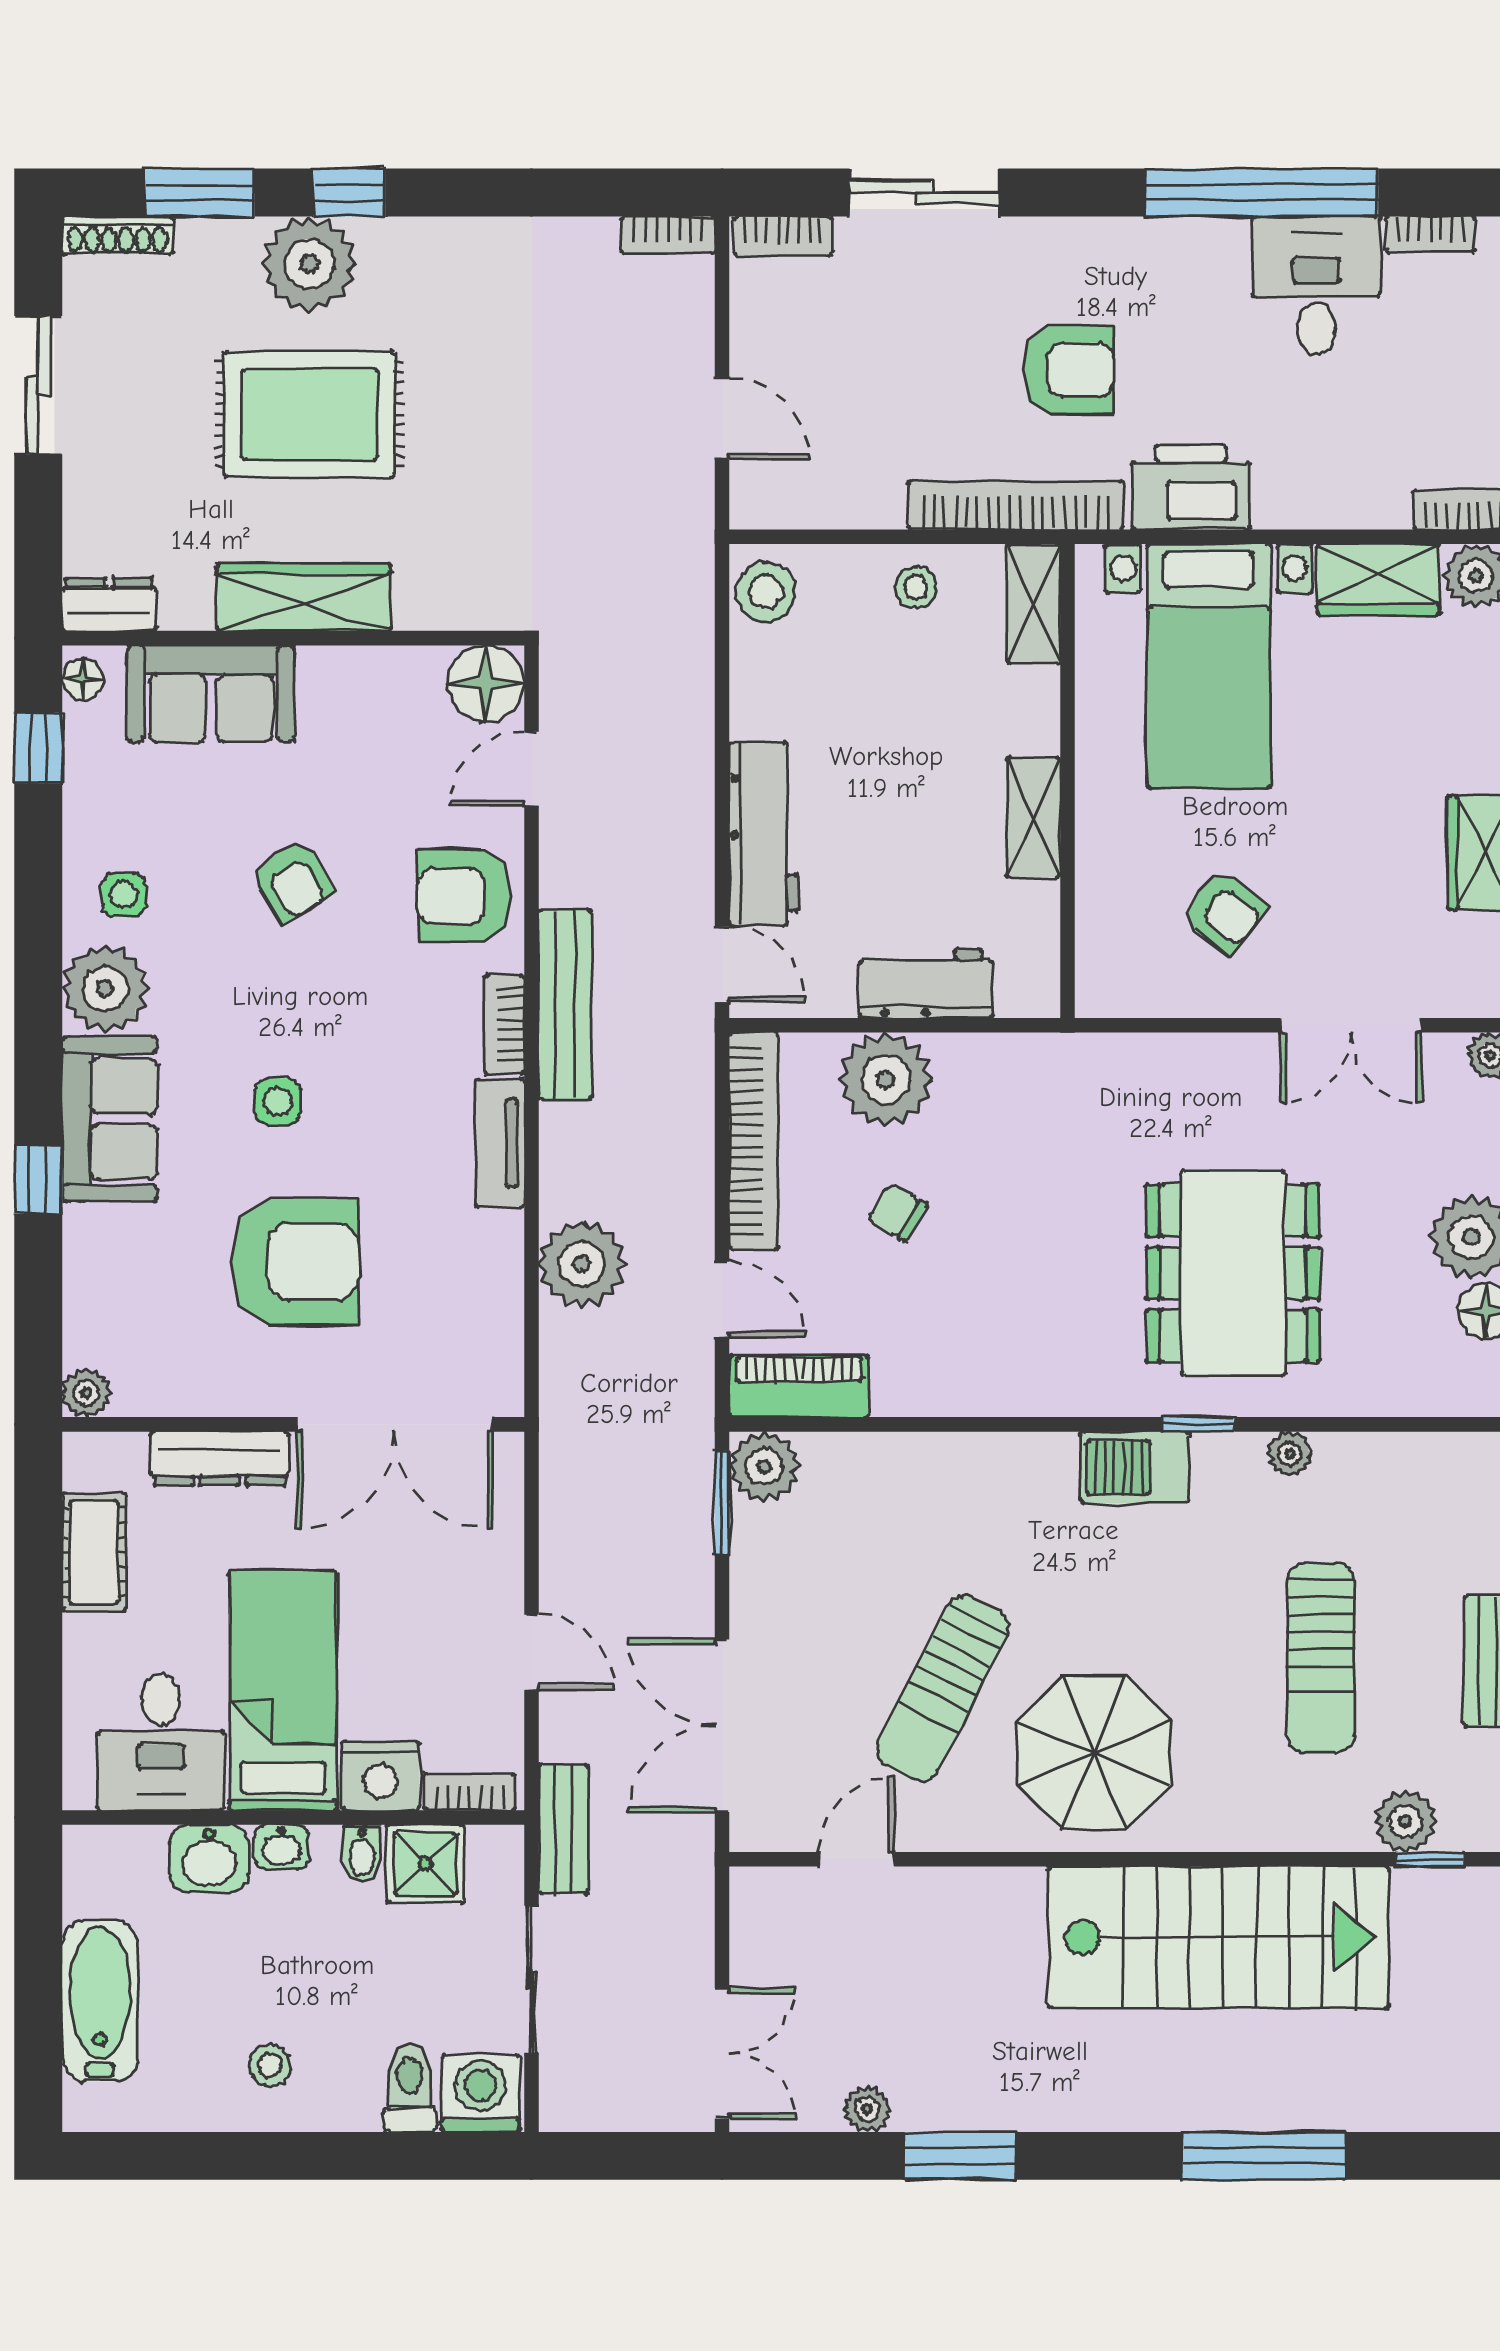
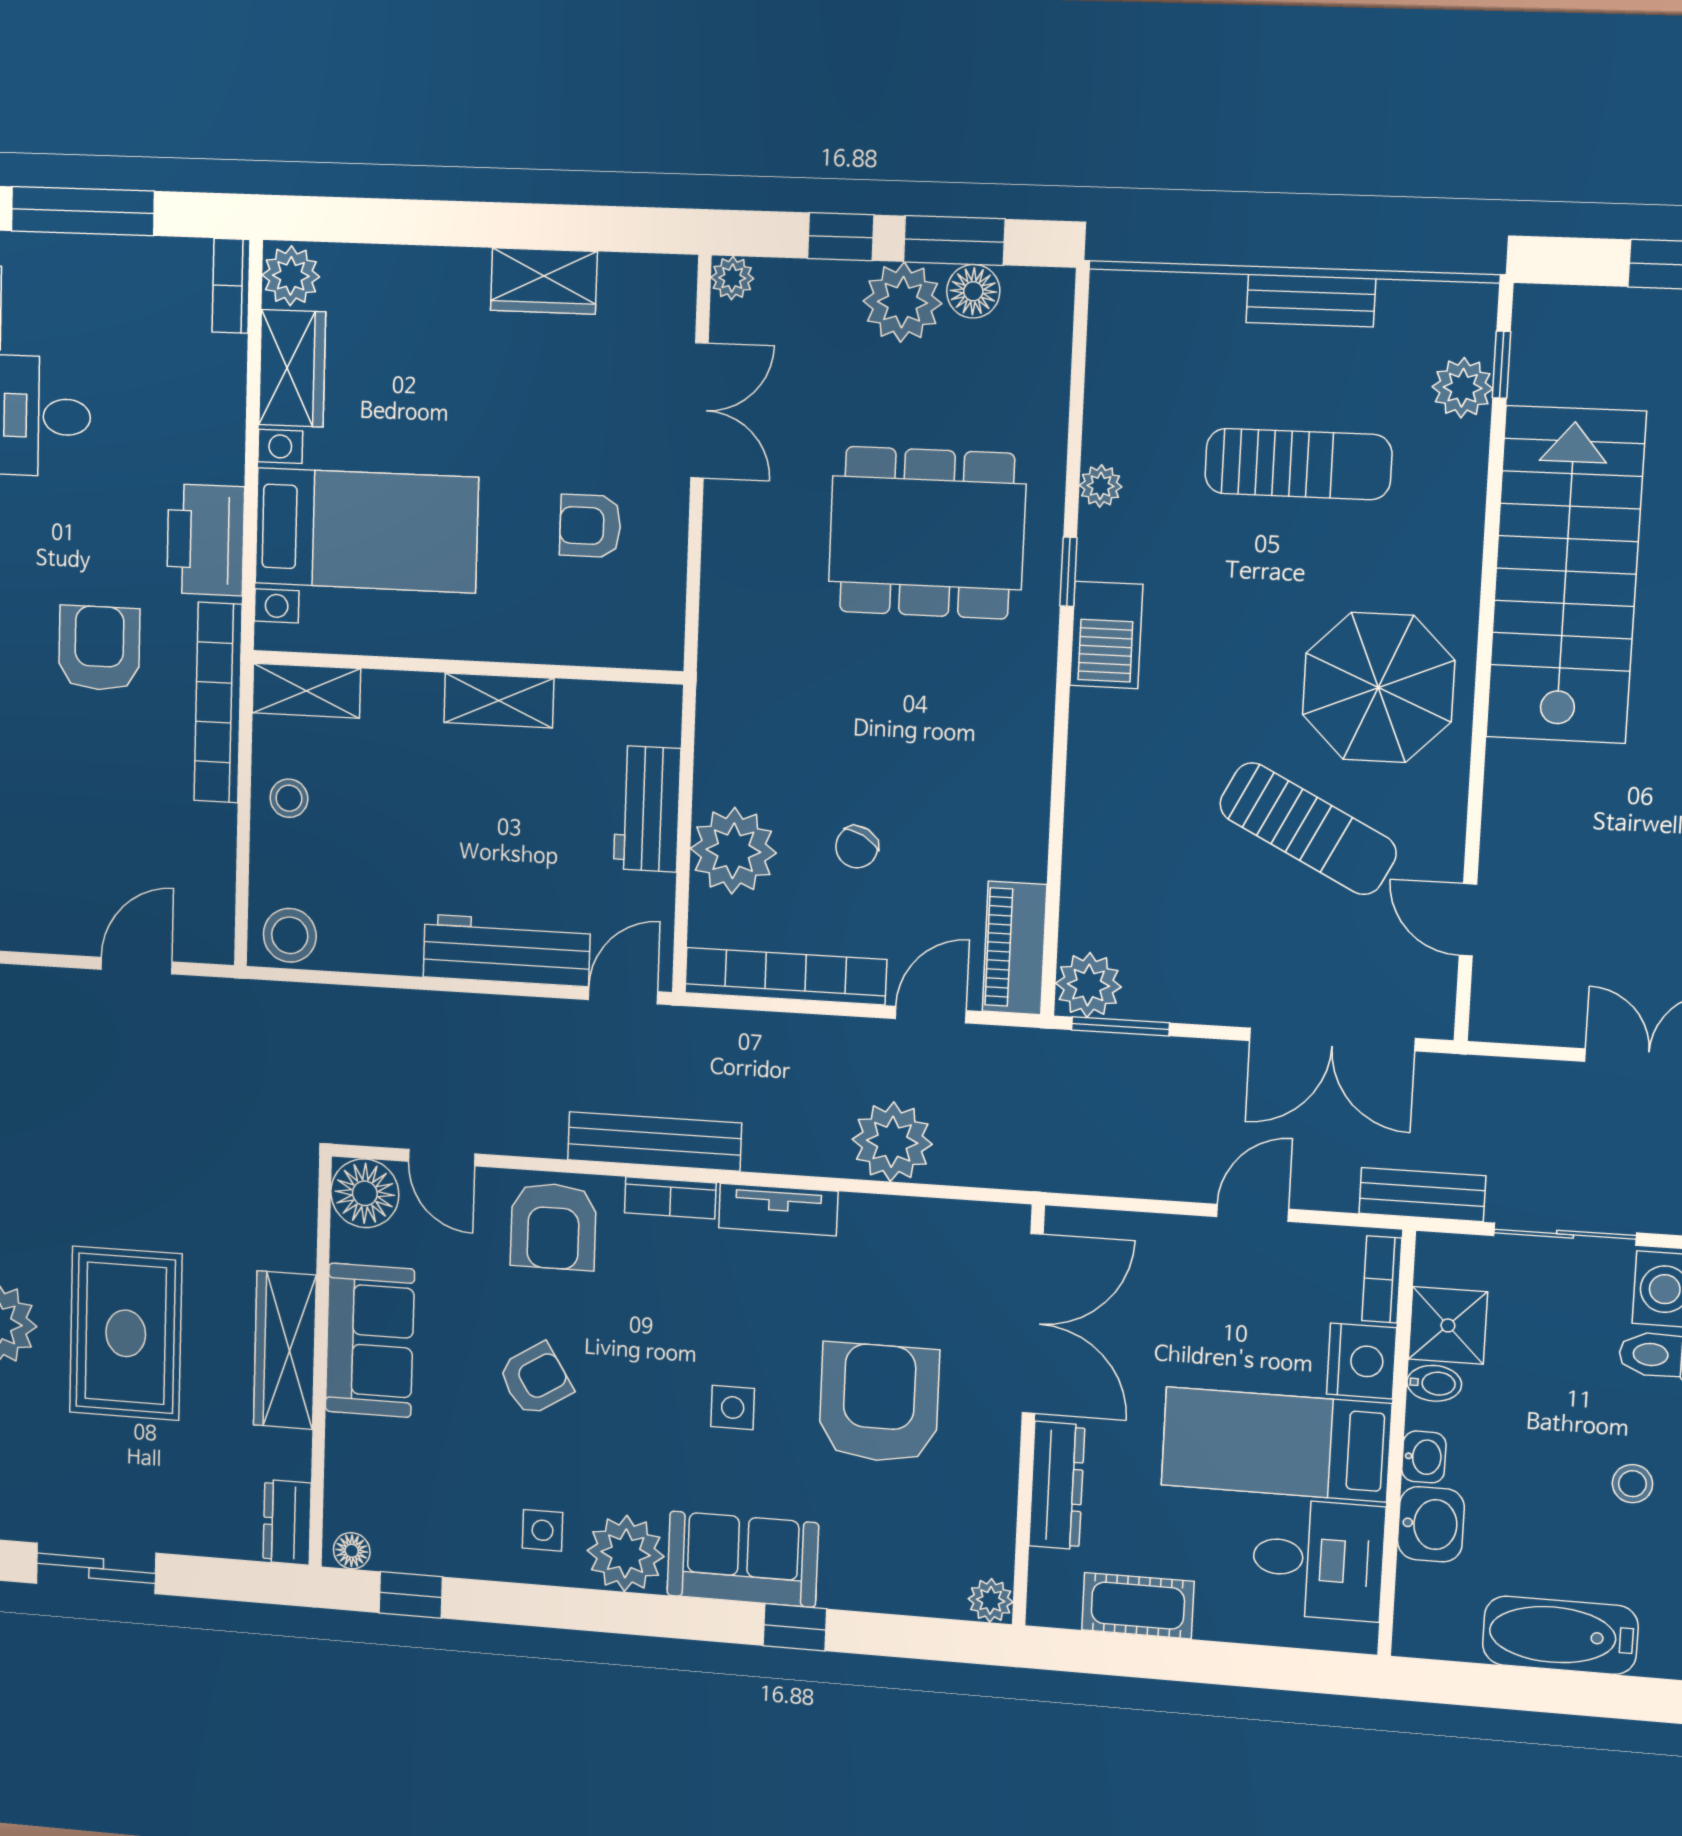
sofa: (211, 694) -> (370, 1340), moved
armchair: (1224, 911) -> (590, 526), turned -128

